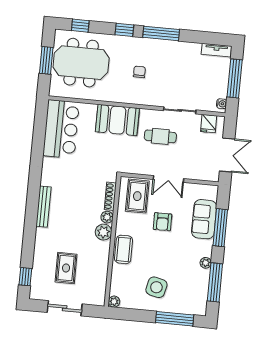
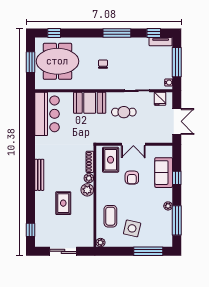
window: (124, 30) -> (154, 33), moved
window: (220, 228) -> (177, 178), width x0.46
coffee table: (124, 249) -> (110, 216), moved
rug: (66, 268) -> (63, 203), moved

